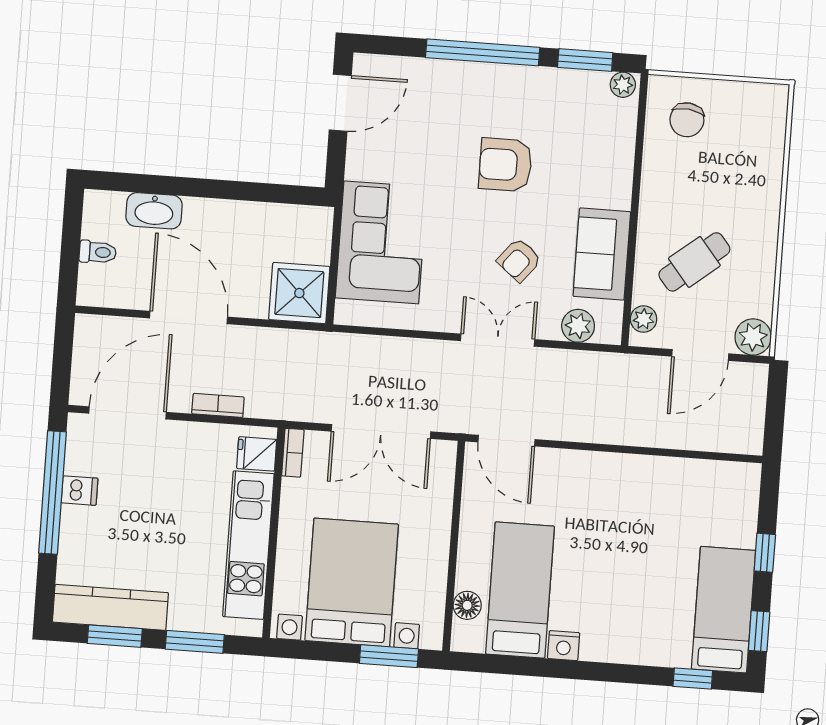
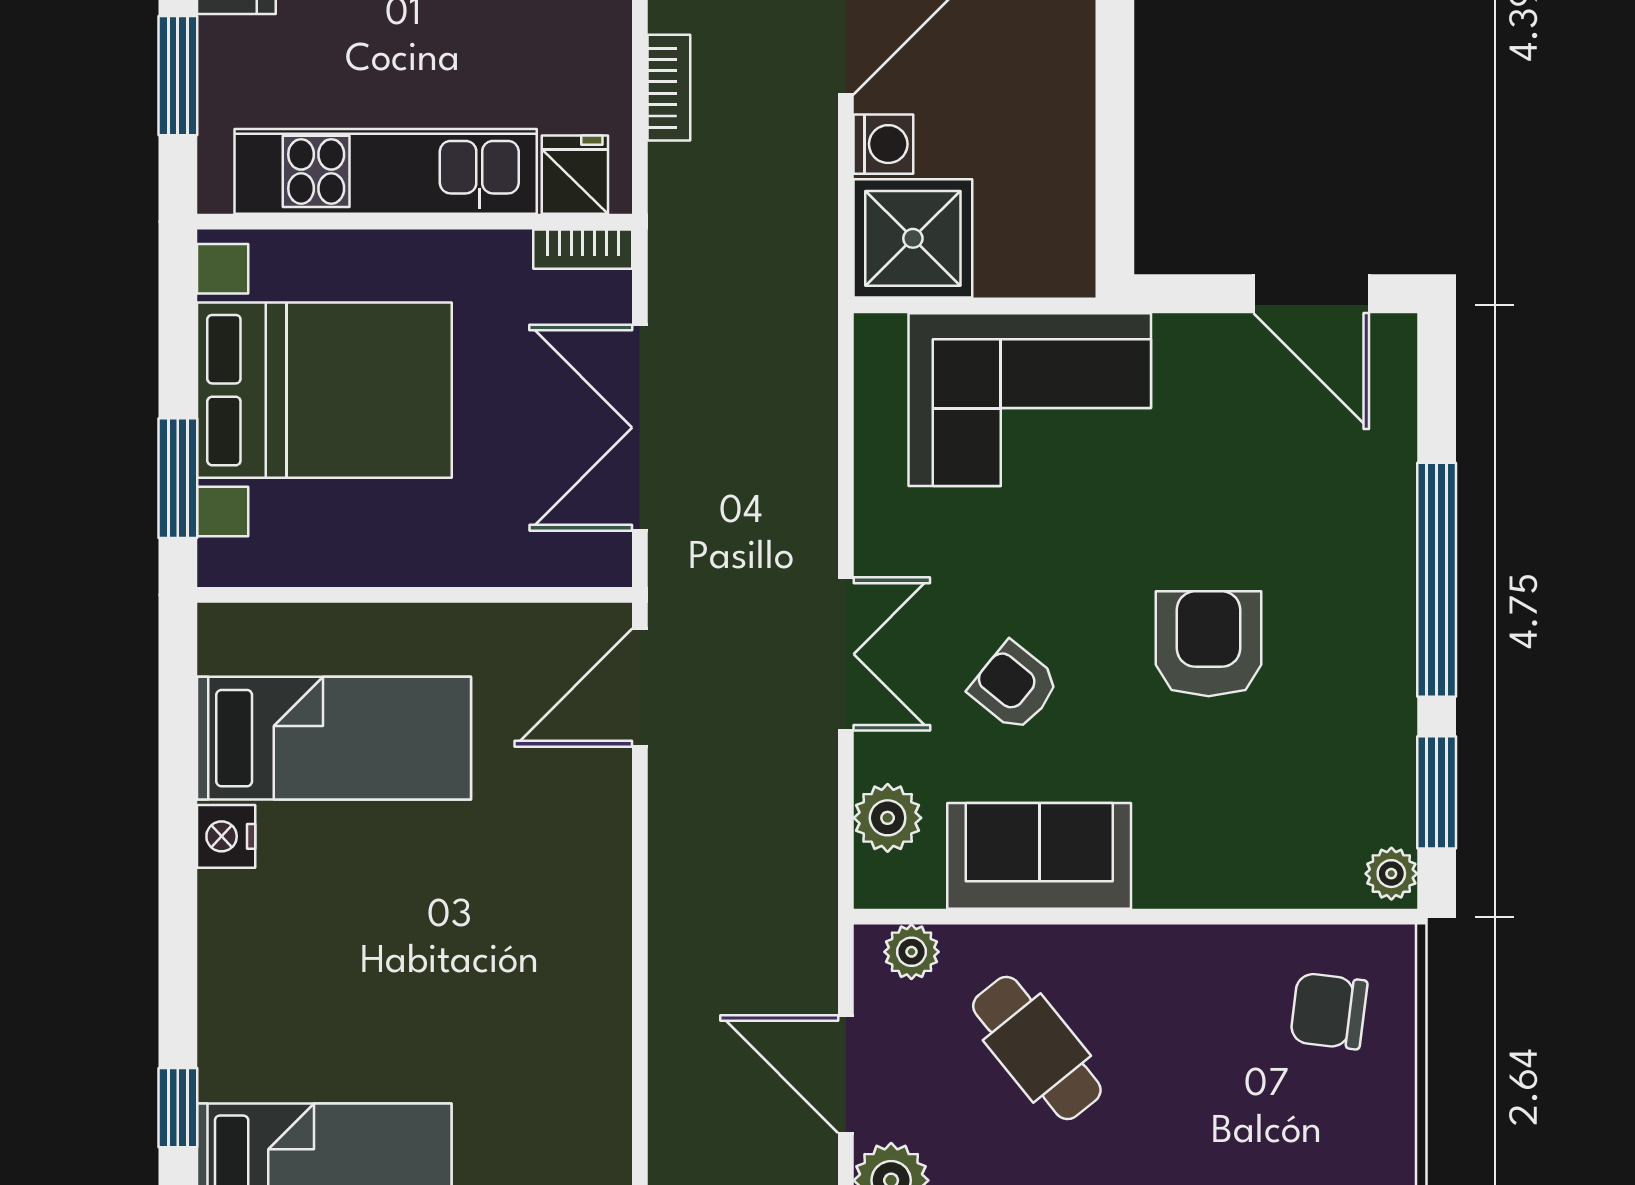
washing machine: (253, 304) -> (883, 144), added
floor lamp: (467, 605) -> (295, 632), removed

